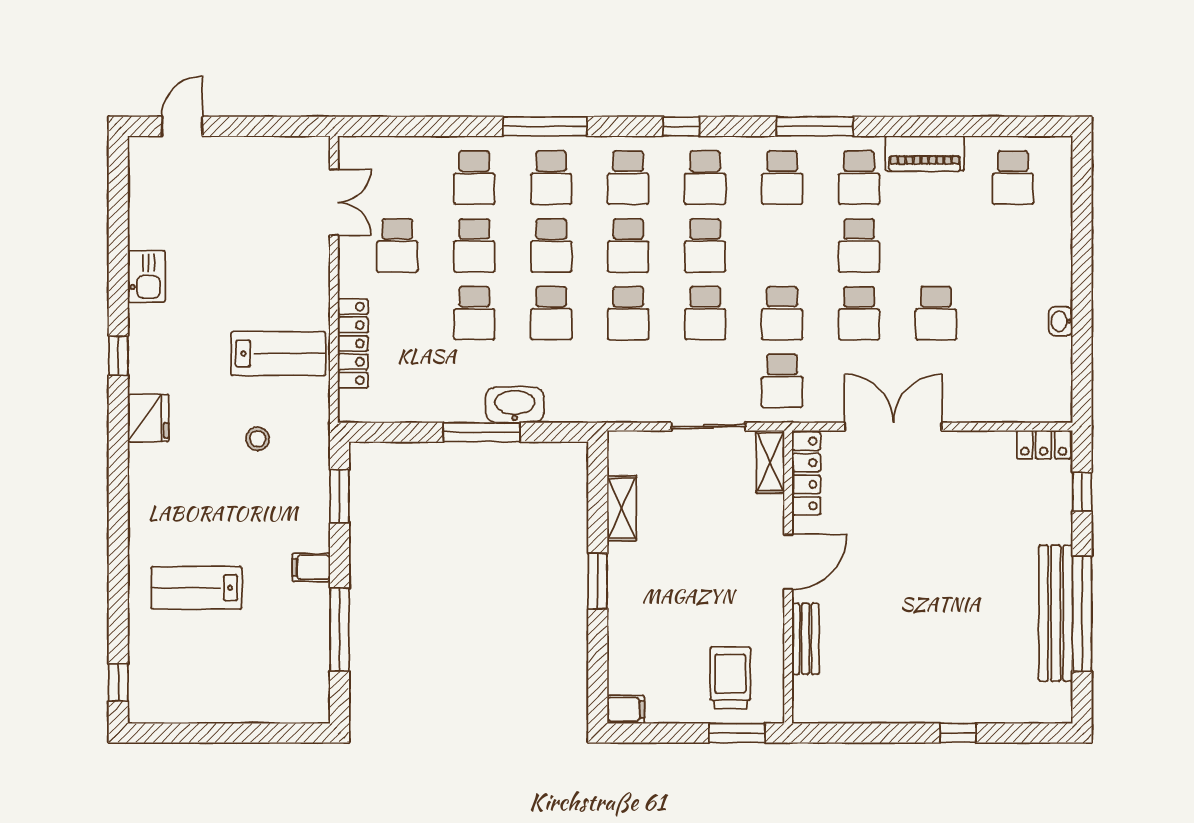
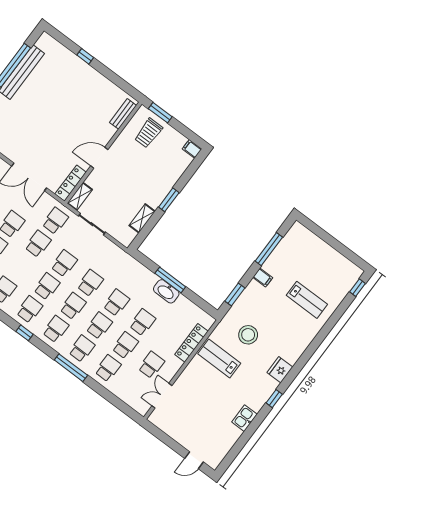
washbasin: (515, 405) -> (166, 291), moved
stool: (258, 439) -> (248, 335), width x1.89, depth x1.89
bench: (805, 639) -> (123, 114), moved

